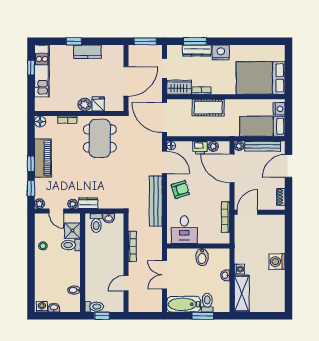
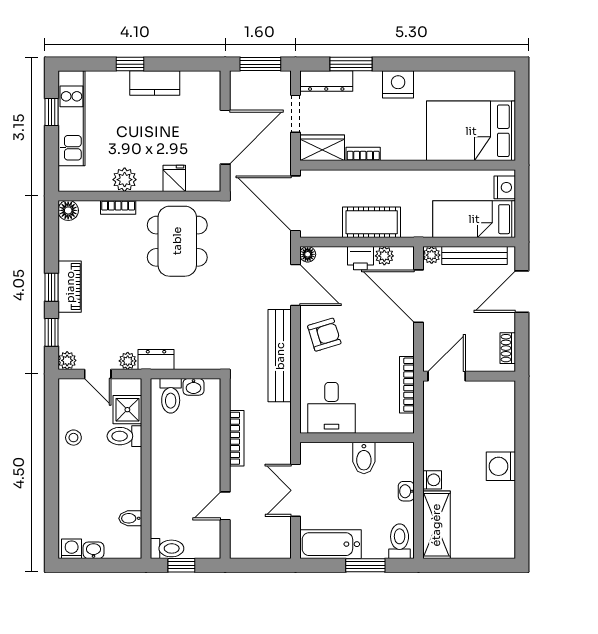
dresser: (197, 51) -> (326, 81), moved
plant: (85, 105) -> (125, 180), moved
cot: (208, 108) -> (372, 222), moved
piano: (43, 158) -> (70, 287), width x0.73, depth x0.75
toilet: (207, 303) -> (400, 541), moved

